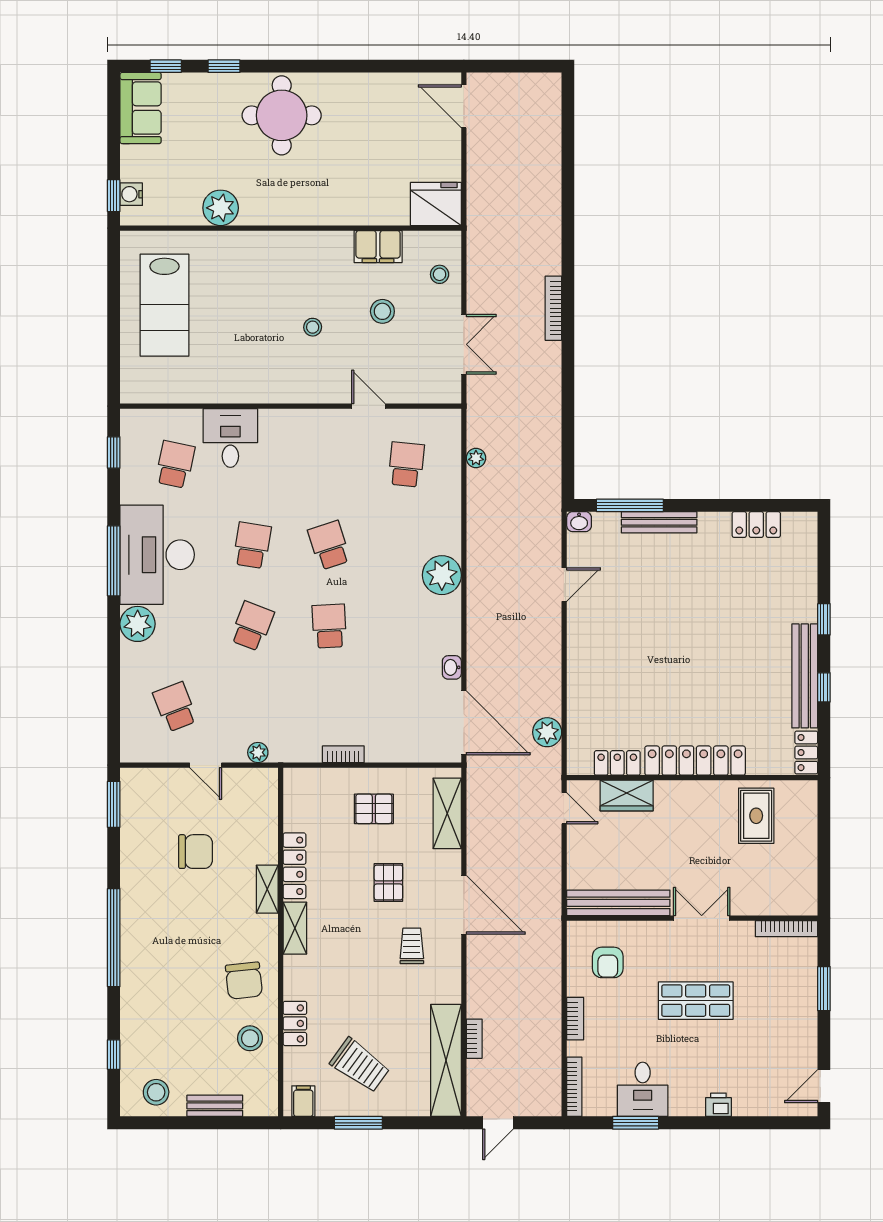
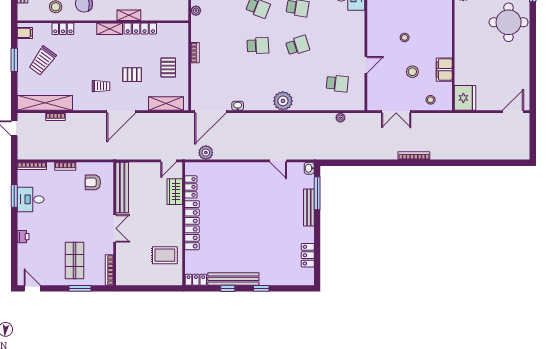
shop shelf: (696, 1001) -> (75, 260), moved

